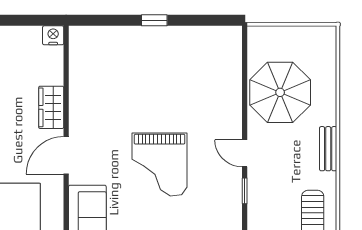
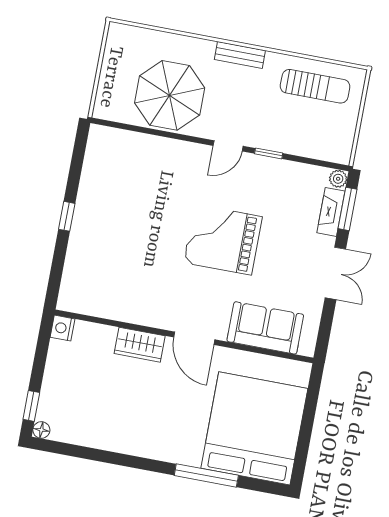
grand piano: (160, 164) -> (223, 240), turned 180

